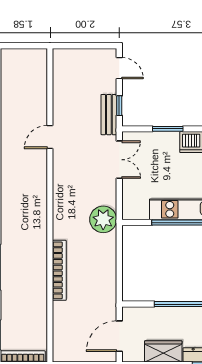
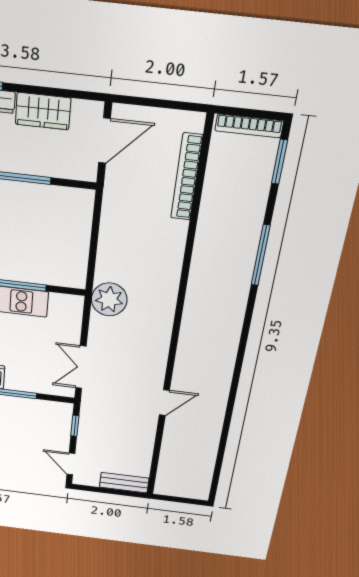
bench: (109, 115) -> (124, 483), moved, turned 90
bookcase: (59, 270) -> (187, 177), moved

